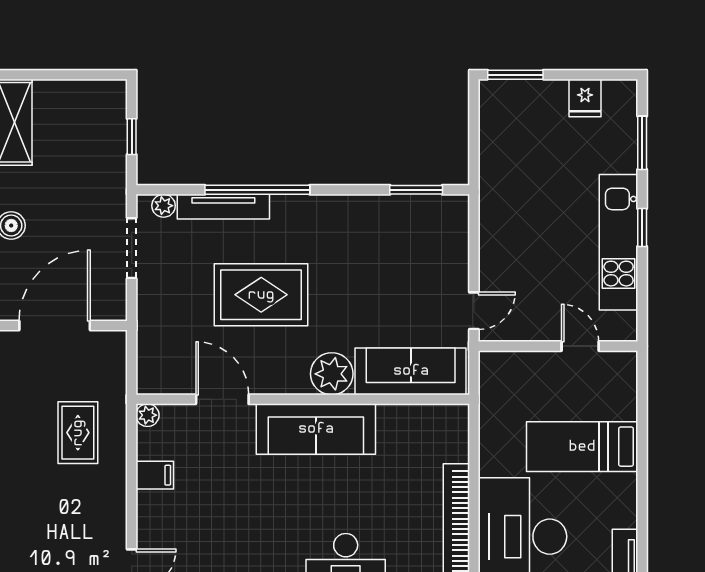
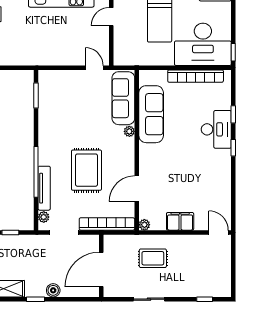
door: (55, 325) -> (101, 269), hinge flipped
bookcase: (149, 337) -> (107, 224), added
plant: (332, 374) -> (129, 131), width x0.53, depth x0.53
sofa: (316, 429) -> (151, 114), moved
filing cabinet: (155, 475) -> (180, 221), width x2.00

